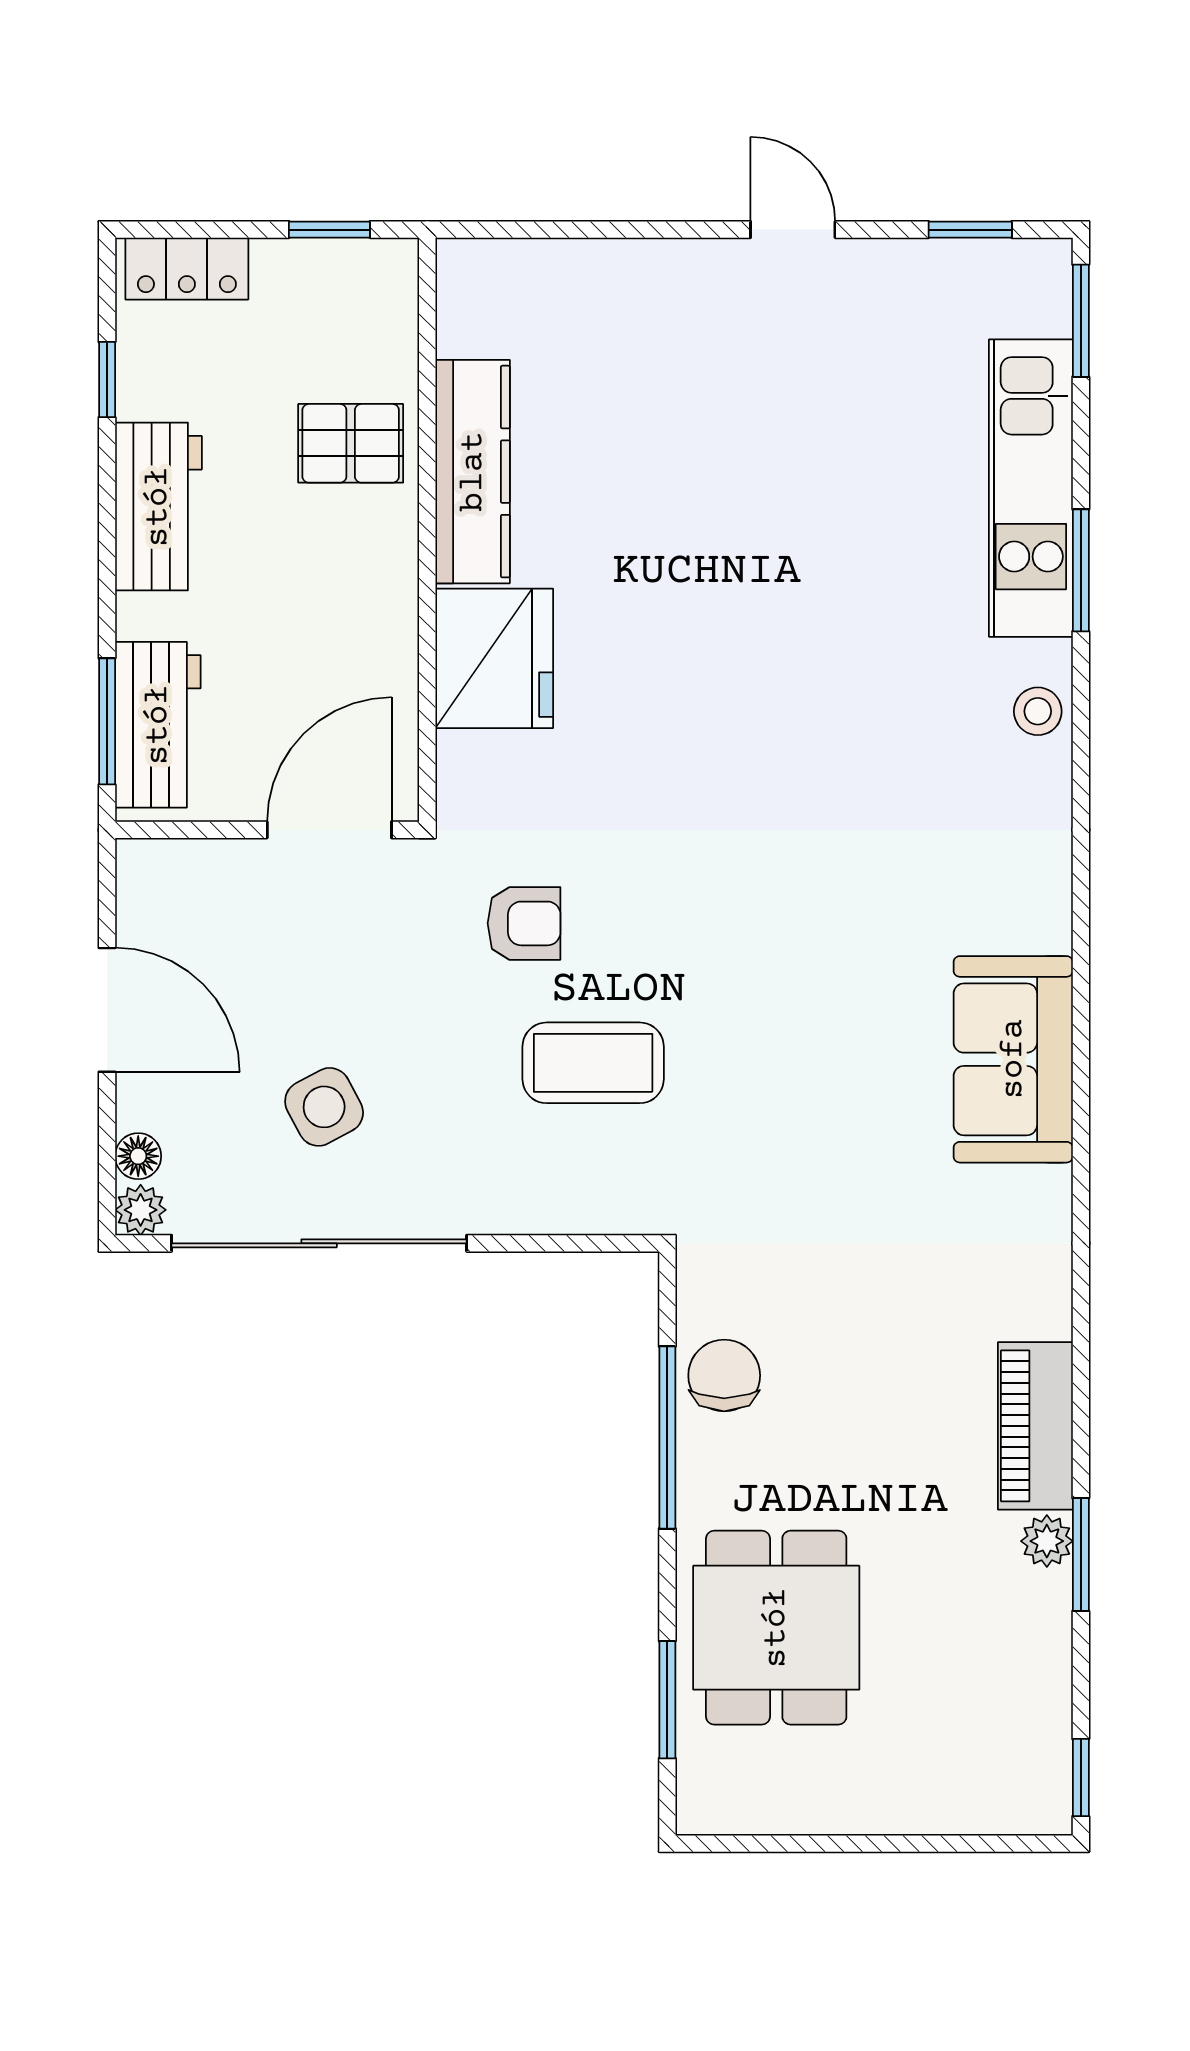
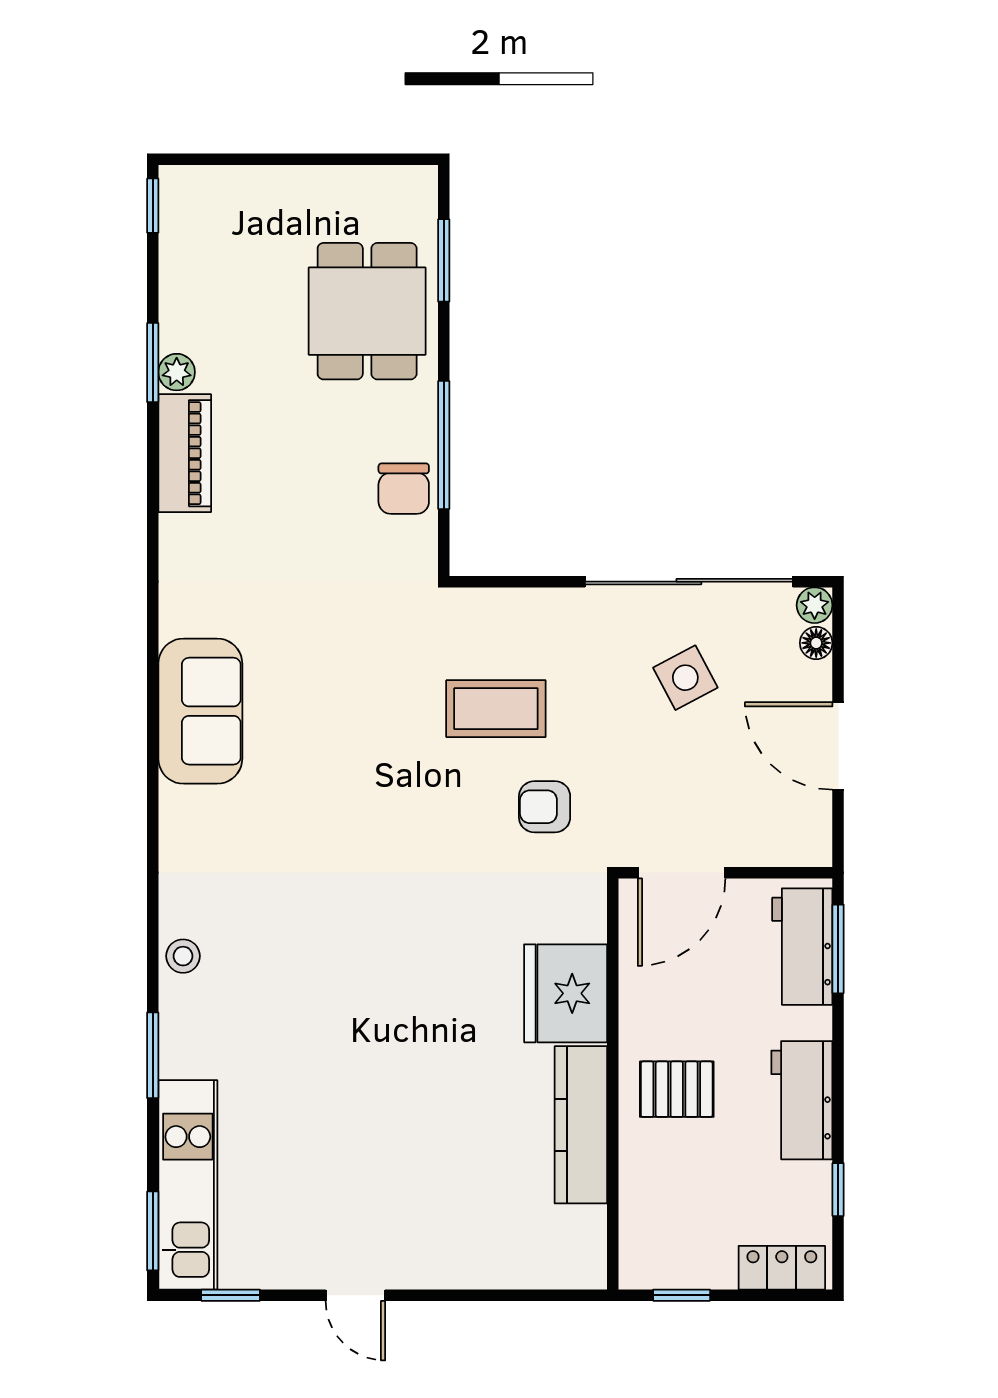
pallet: (351, 443) -> (677, 1089), moved
kitchen unit: (1031, 488) -> (188, 1185), moved

